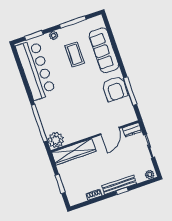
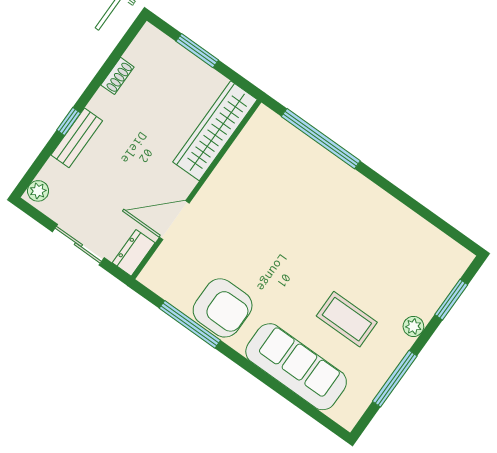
bar counter: (36, 70) -> (401, 236), removed
armchair: (115, 89) -> (223, 308), turned 180
door: (110, 131) -> (174, 220), hinge flipped
plant: (56, 140) -> (266, 129), removed
bench: (119, 185) -> (77, 138), width x0.73

